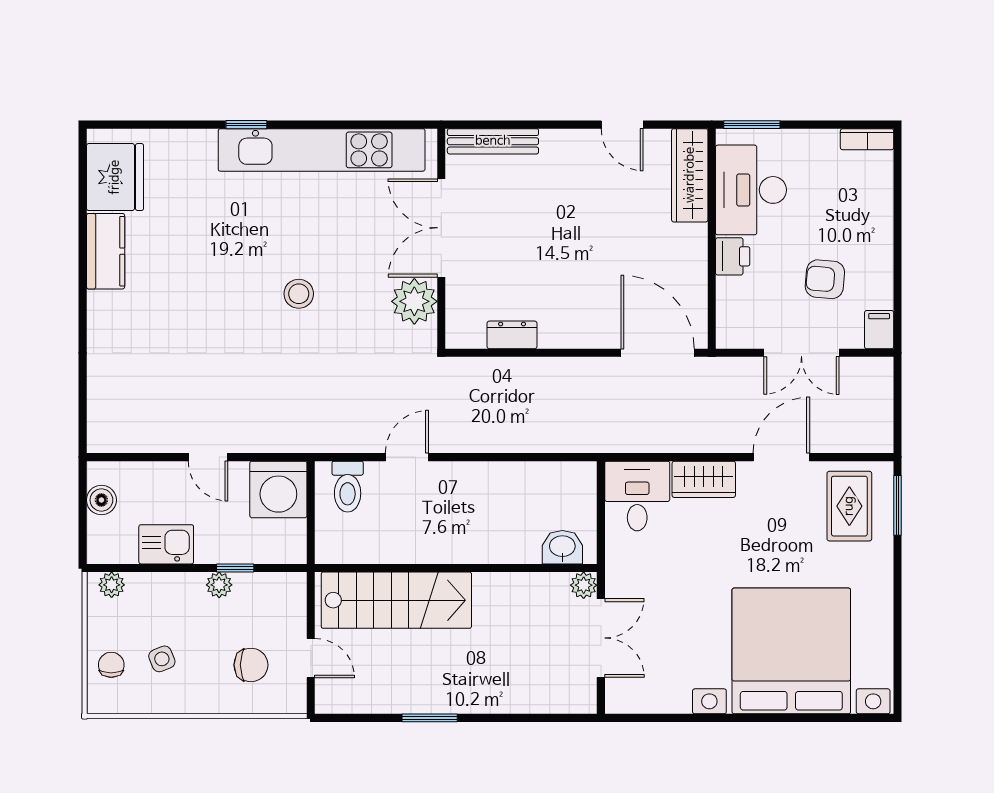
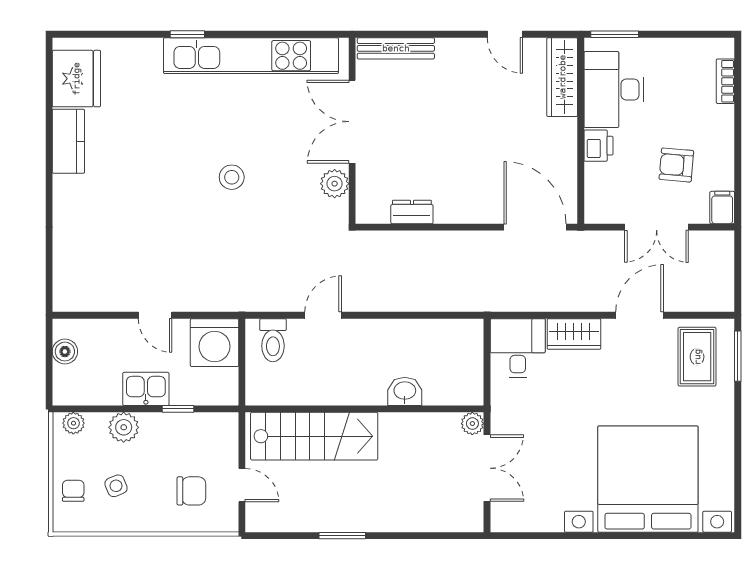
bookcase: (867, 139) -> (725, 81), moved, turned 90
plant: (414, 301) -> (335, 184), width x0.73, depth x0.73
kitchen sink: (166, 544) -> (146, 389), moved
washbasin: (562, 547) -> (405, 391), moved
plant: (219, 585) -> (124, 427), moved, width x1.38, depth x1.38

